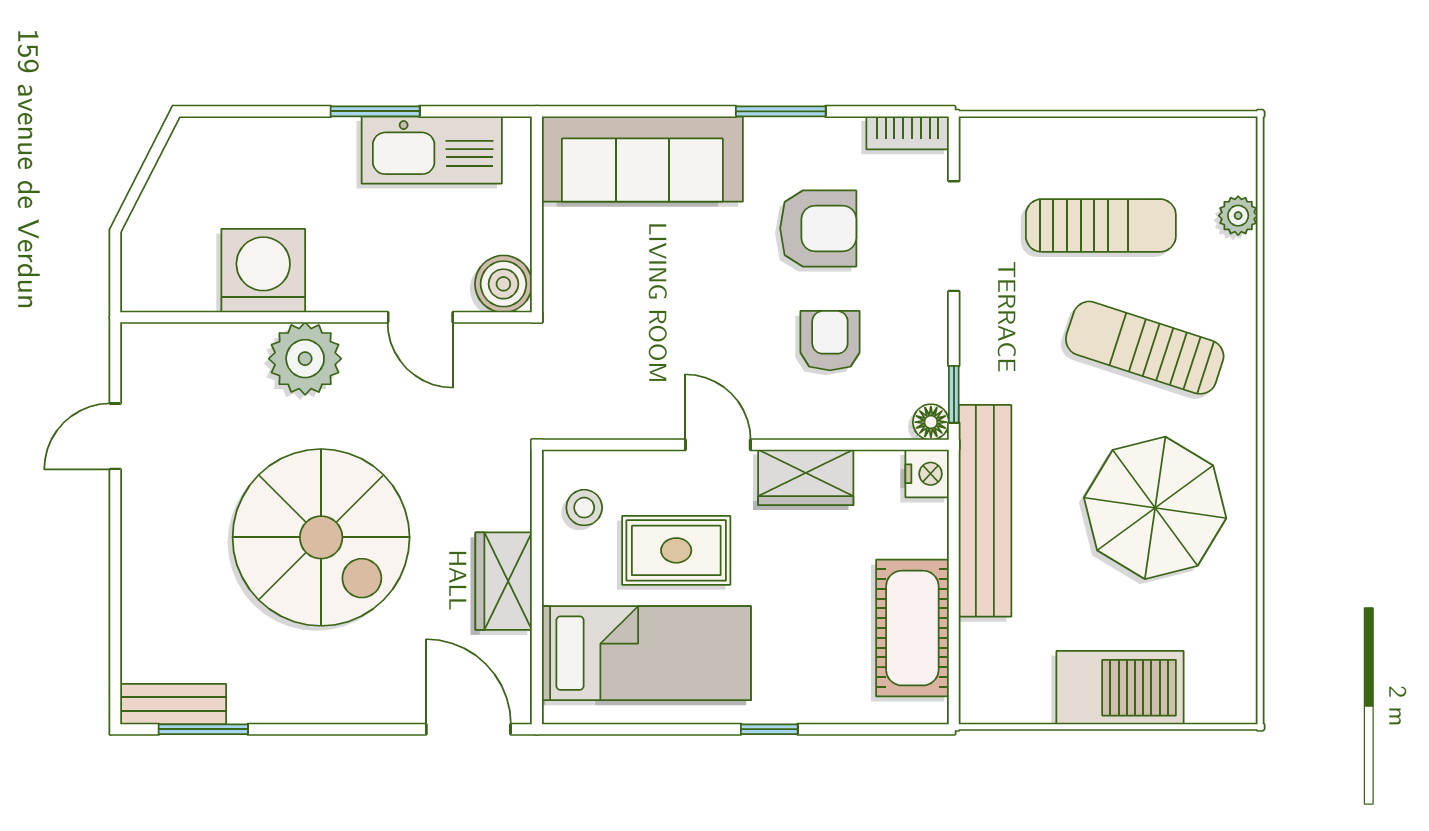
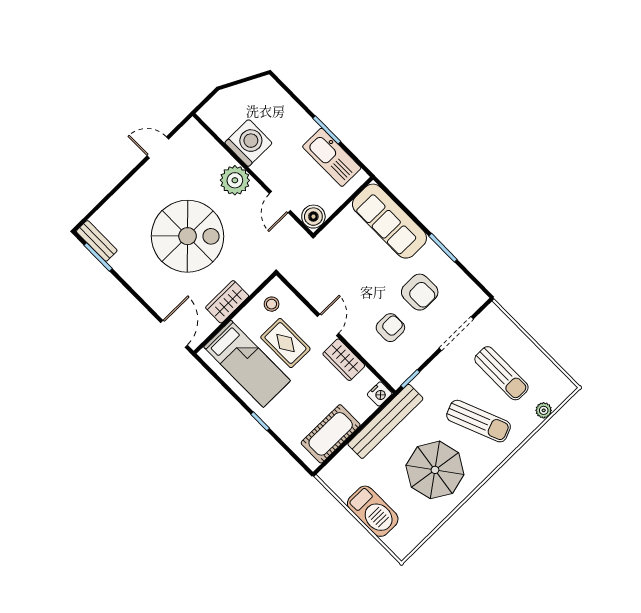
bookcase: (908, 133) -> (473, 291), removed
sun lounger: (1145, 348) -> (479, 421), turned 140
floor lamp: (931, 422) -> (396, 380), removed
spiral stairs: (321, 537) -> (188, 236), turned -90

